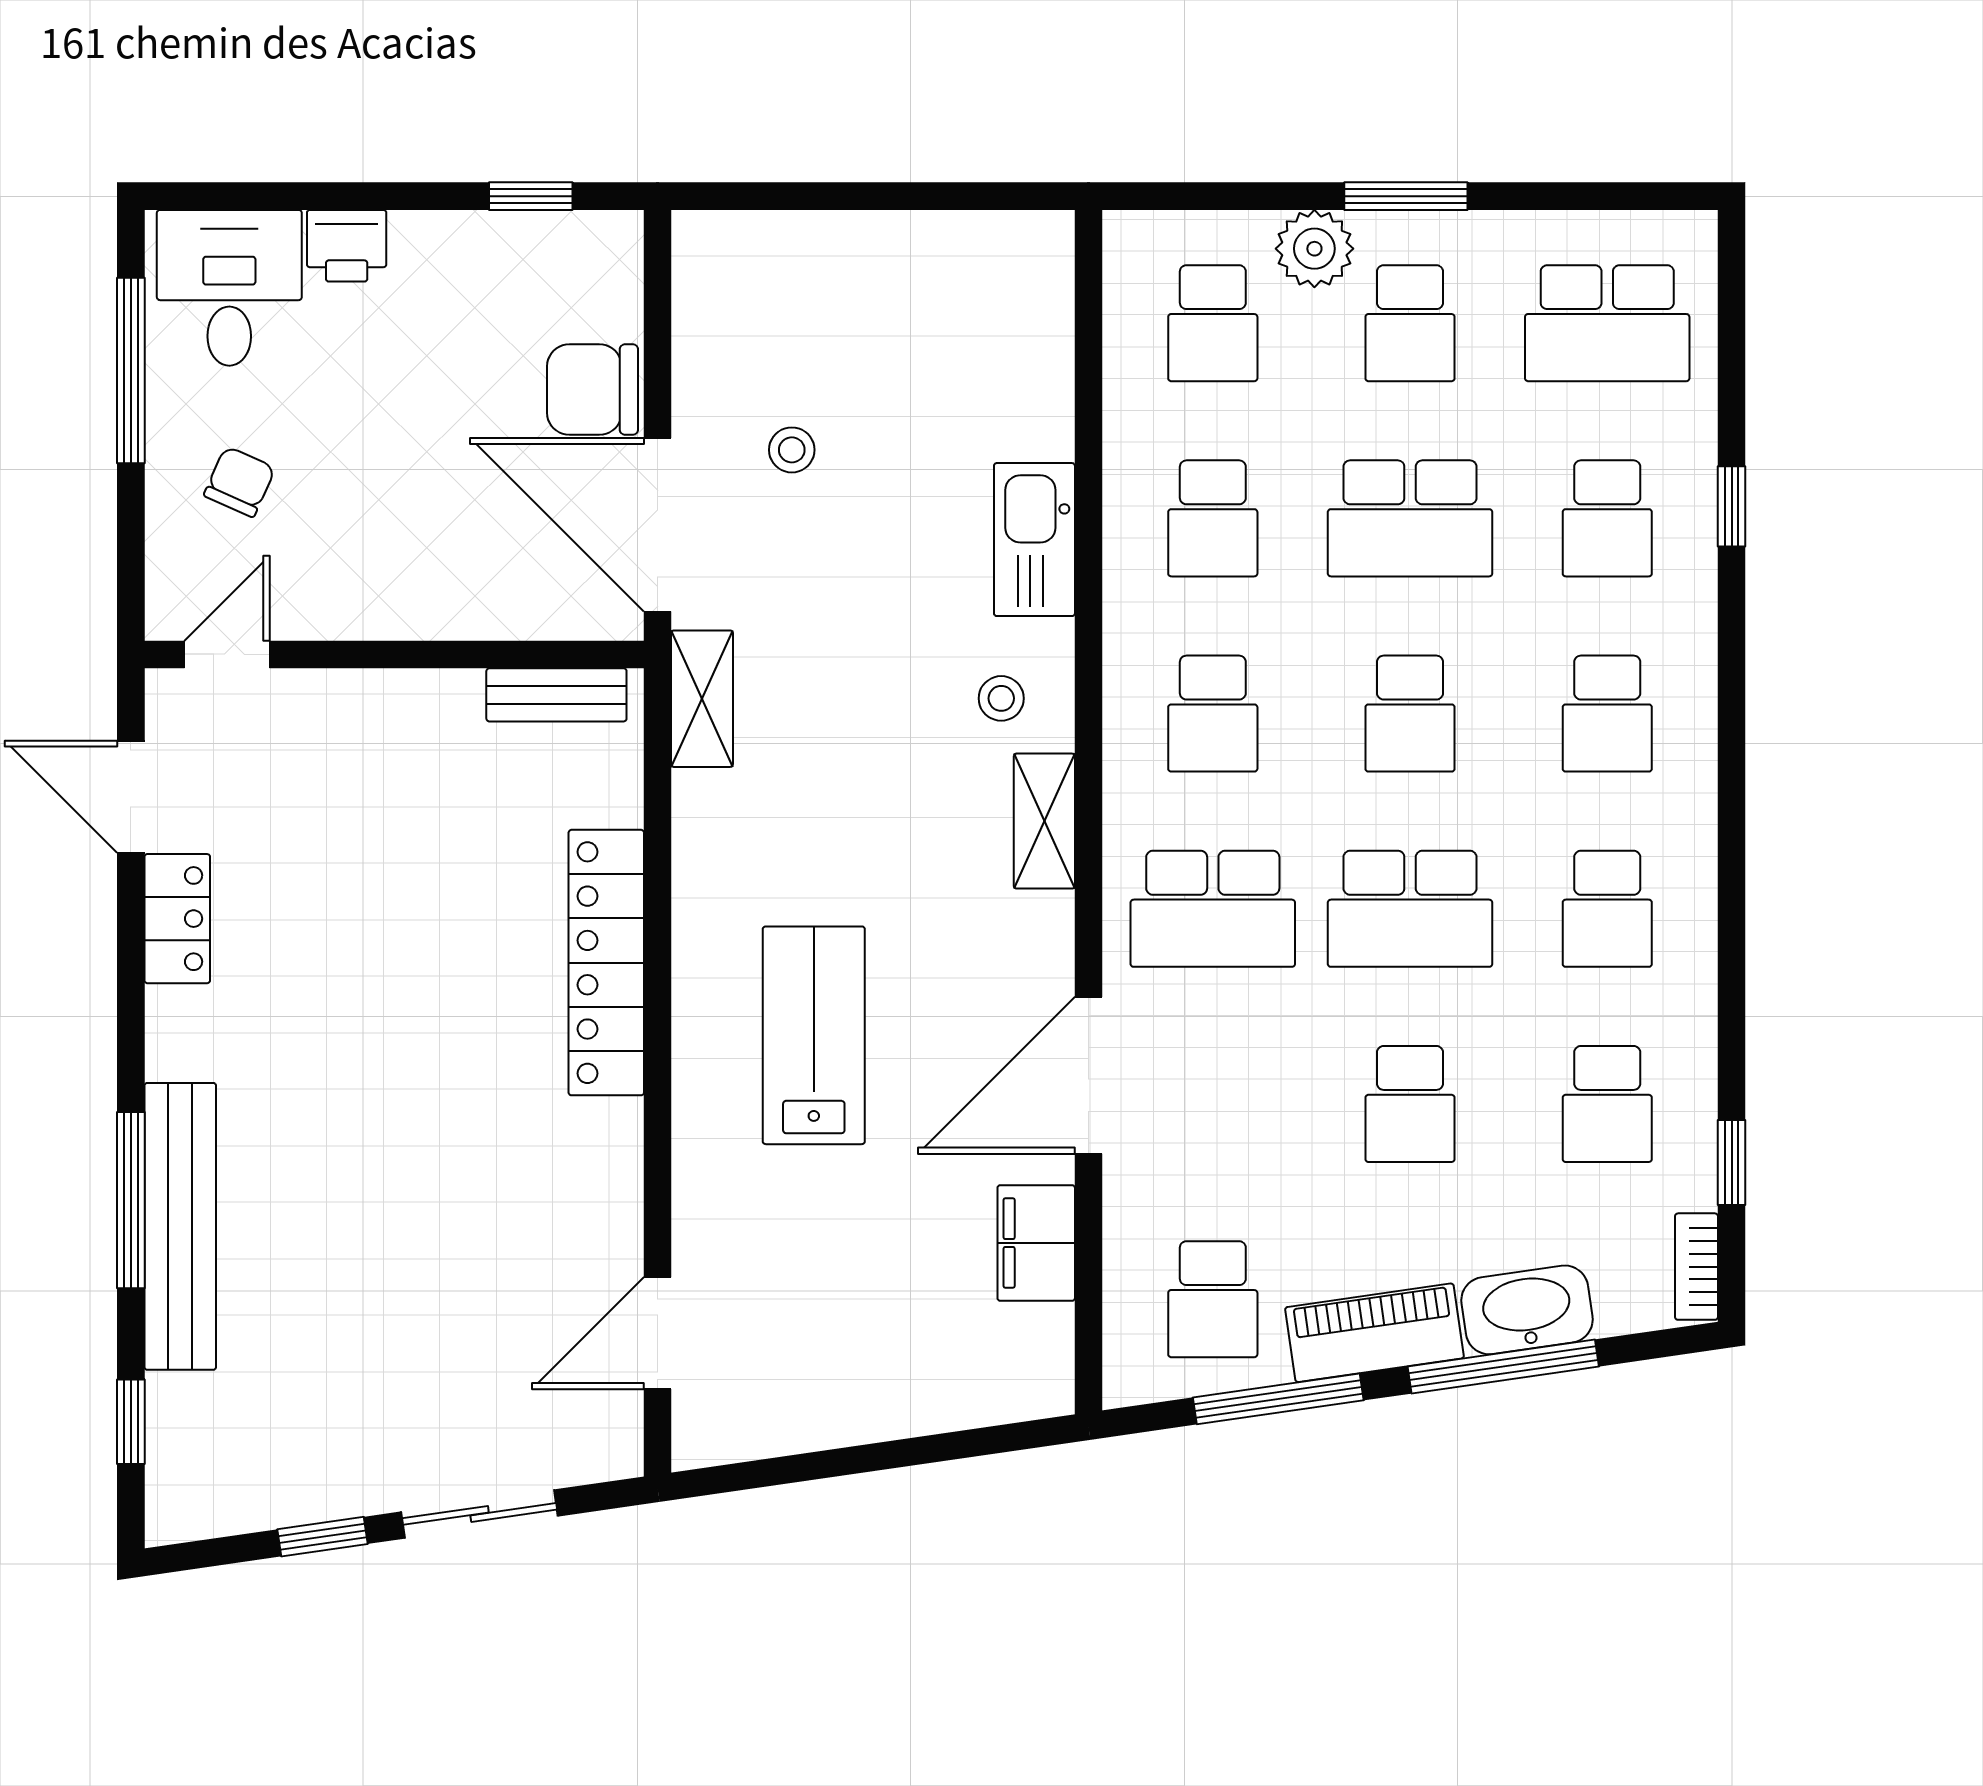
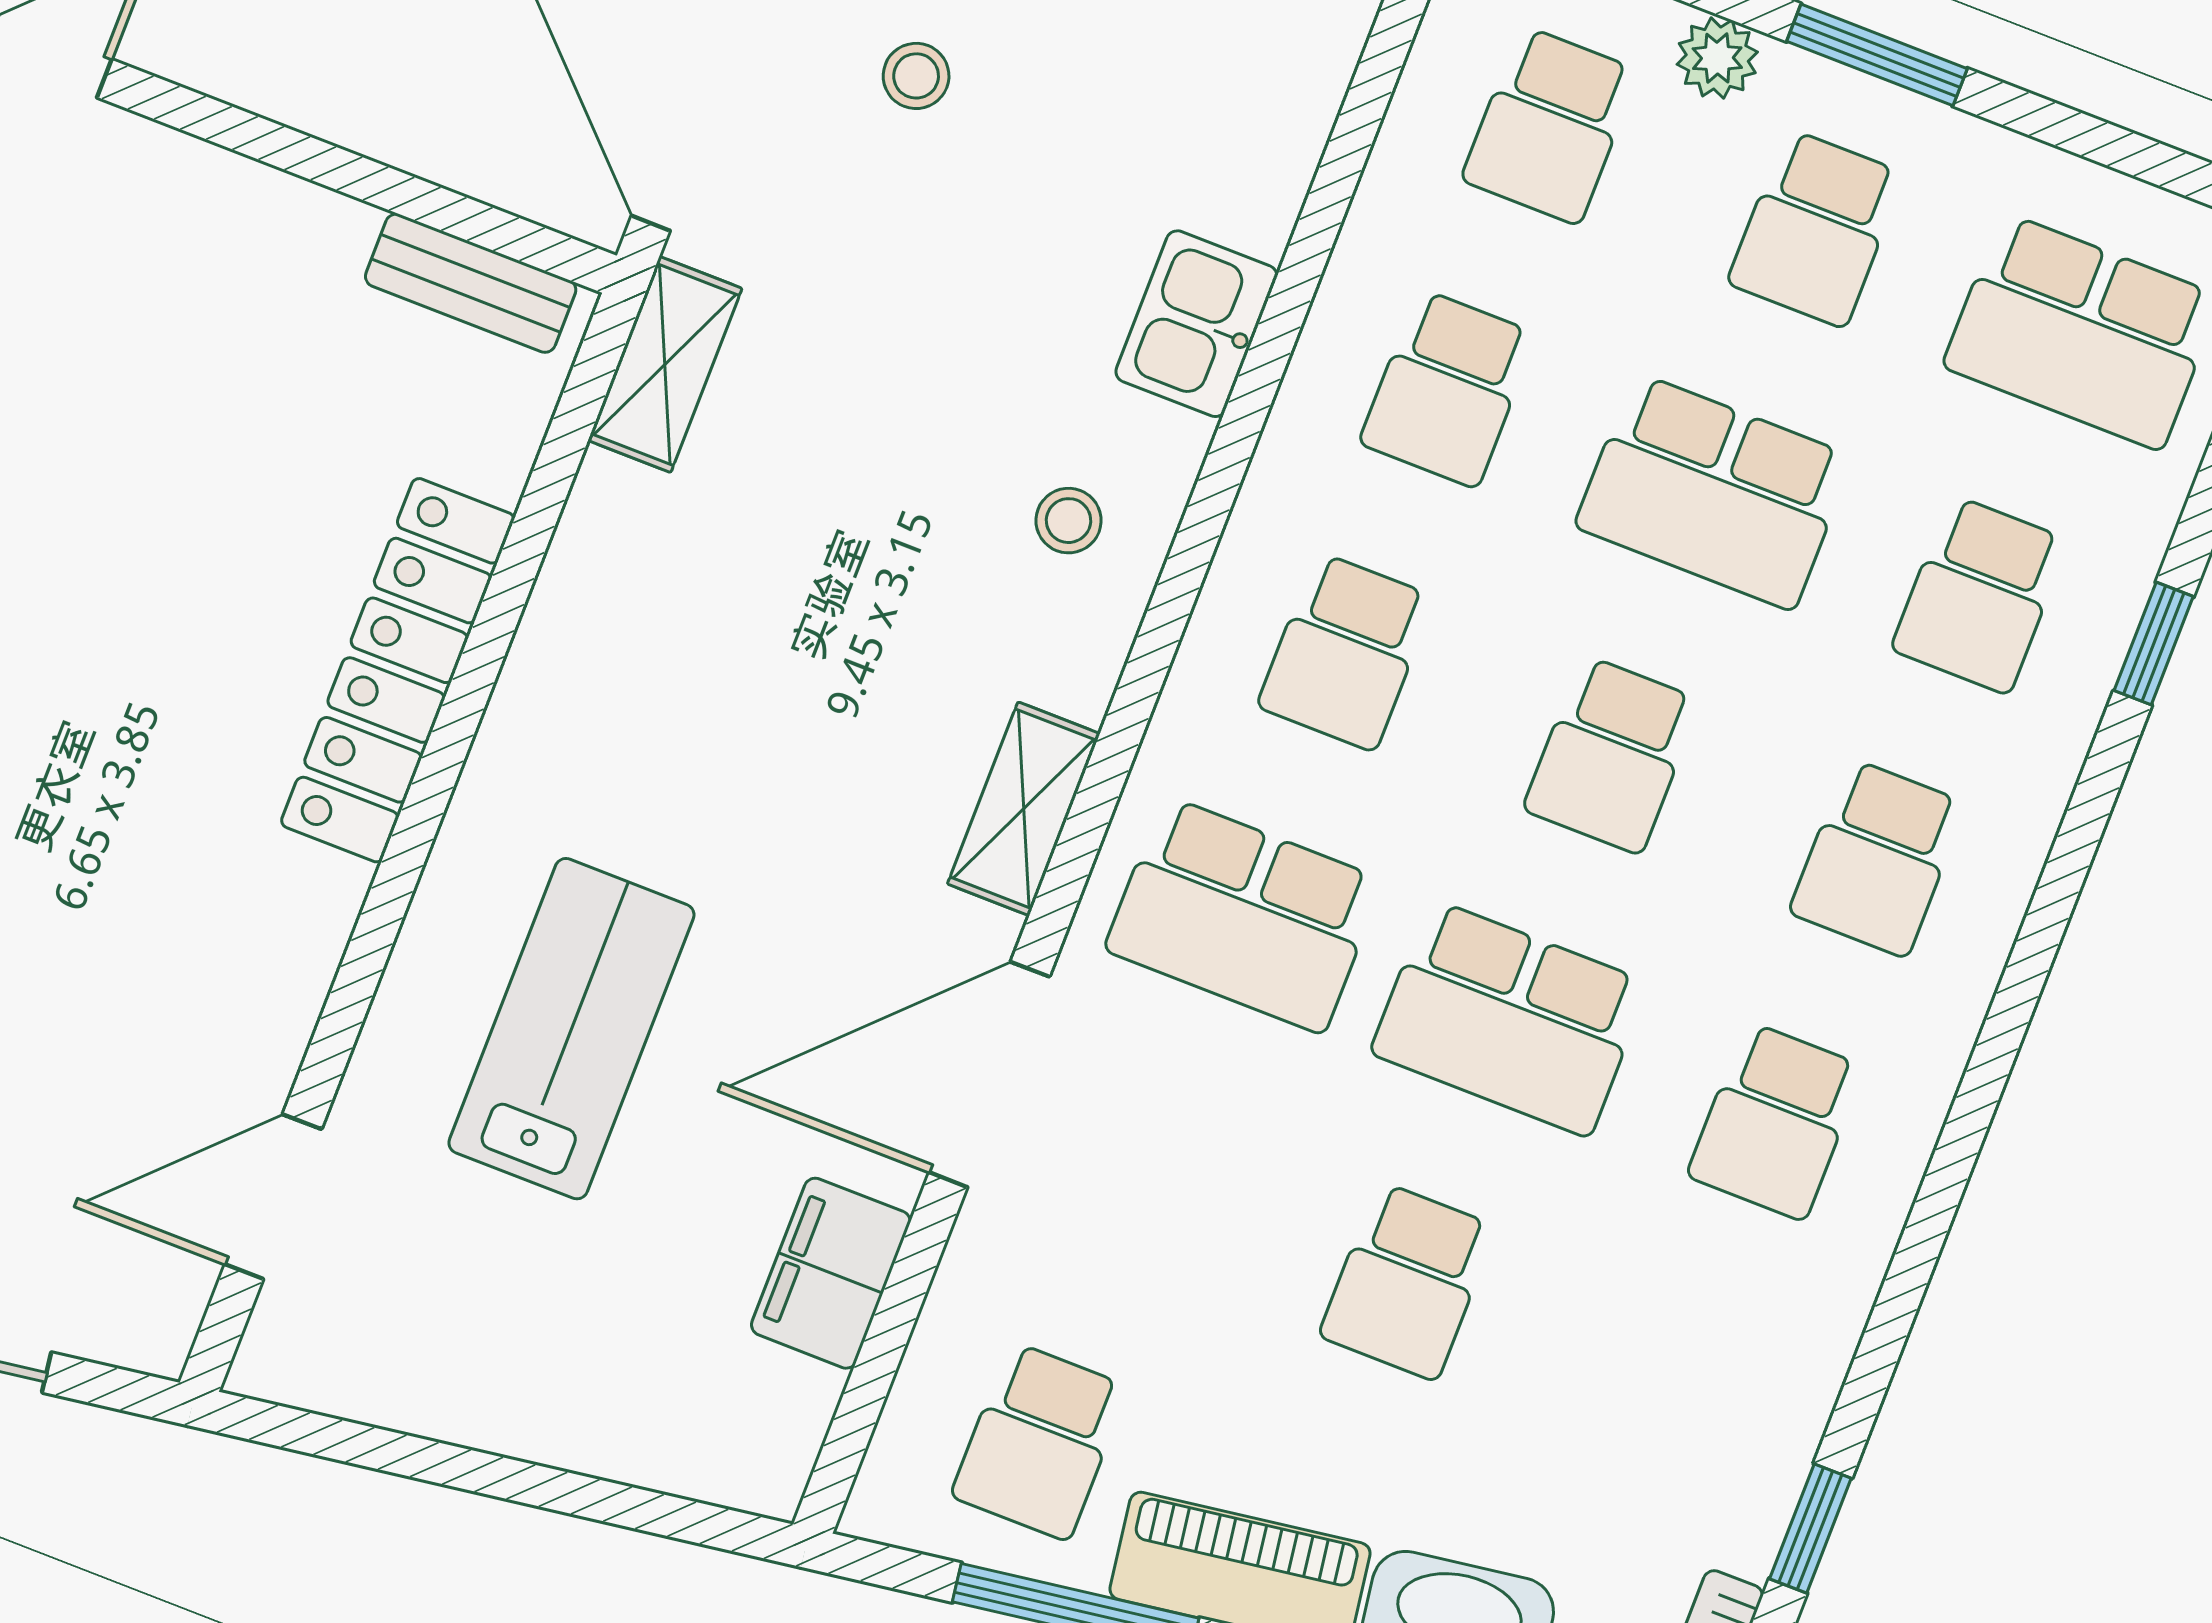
plant: (1314, 249) -> (1717, 58), width x0.73, depth x0.73
kitchen sink: (1034, 540) -> (1196, 324), width x0.73
shelving: (1044, 821) -> (1024, 809), moved
lab bench: (814, 1035) -> (571, 1029), moved
school desk: (1607, 1104) -> (1674, 1384), removed

